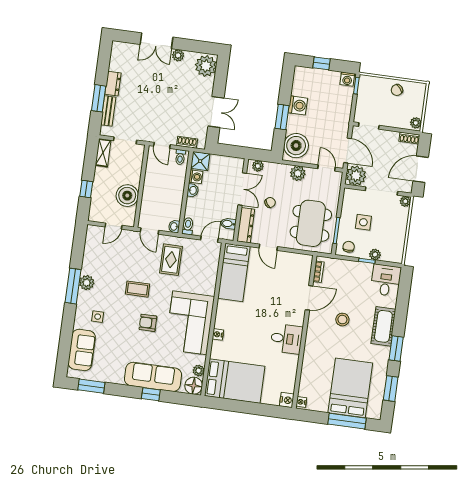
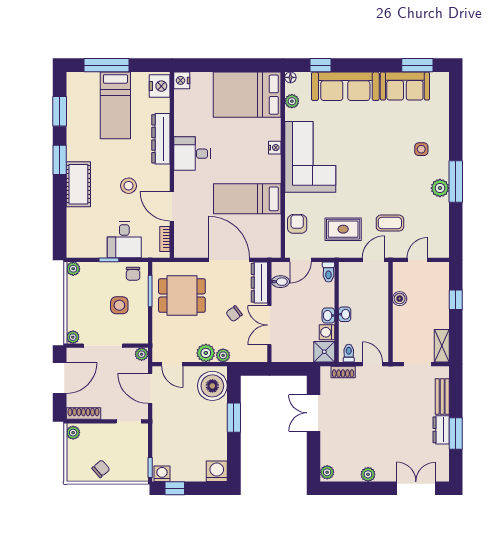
double door: (156, 41) -> (416, 488), moved
window: (321, 63) -> (175, 488), moved
plant: (206, 66) -> (327, 472), width x0.53, depth x0.53
window: (99, 98) -> (456, 434), moved
washing machine: (298, 105) -> (217, 471), moved, turned 90
shoe rack: (409, 138) -> (83, 413), width x1.43
plant: (258, 166) -> (223, 355), moved
plant: (356, 176) -> (142, 354), width x0.53, depth x0.53
boiler: (127, 196) -> (400, 299), width x0.54, depth x0.54
dining table: (311, 223) -> (182, 295), width x0.73
washbasin: (174, 226) -> (345, 314), moved
door: (149, 231) -> (373, 260), hinge flipped
door: (268, 247) -> (229, 260), width x1.88
plant: (375, 254) -> (73, 269), moved
rug: (171, 260) -> (343, 229), turned 90
bed: (234, 272) -> (247, 199), moved, turned -90
desk: (386, 280) -> (124, 240), moved
coffee table: (137, 289) -> (390, 223), moved
door: (309, 298) -> (172, 206), hinge flipped
armchair: (148, 323) -> (297, 224), moved, turned -90
sofa: (82, 350) -> (405, 86), moved, turned -90
dresser: (311, 354) -> (161, 139), added
floor lamp: (194, 386) -> (290, 77), width x0.53, depth x0.53
bed: (350, 388) -> (115, 105), width x0.67
window: (151, 394) -> (321, 65), moved
nightstand: (301, 402) -> (160, 86), width x1.89, depth x1.79

